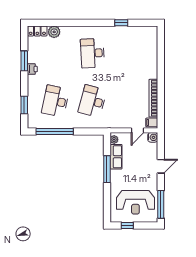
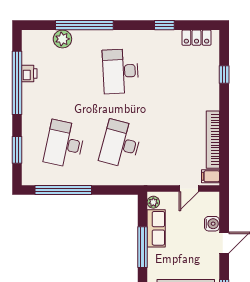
window: (69, 23) -> (84, 25), added
locker: (37, 31) -> (196, 38), moved
window: (161, 55) -> (224, 74), added
window: (24, 61) -> (17, 83), width x2.11
printer: (32, 69) -> (29, 73), moved
water cooler: (153, 137) -> (212, 224), moved

